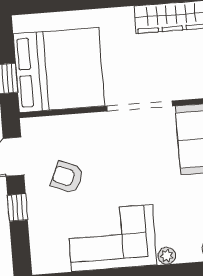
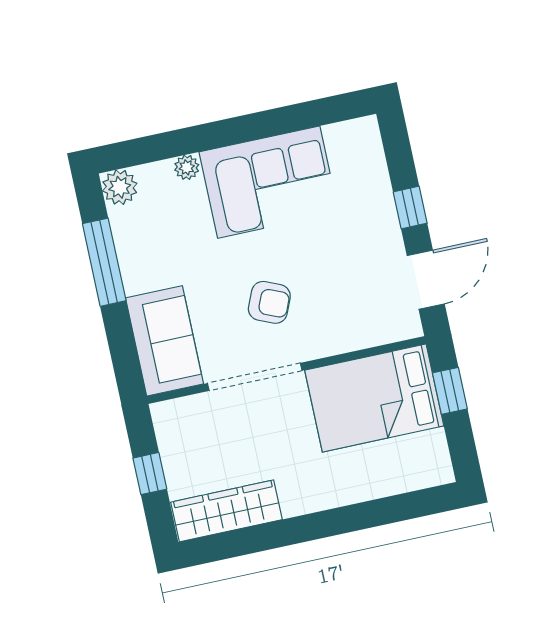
bed: (59, 70) -> (374, 398), width x0.73
armchair: (67, 177) -> (269, 302), moved

